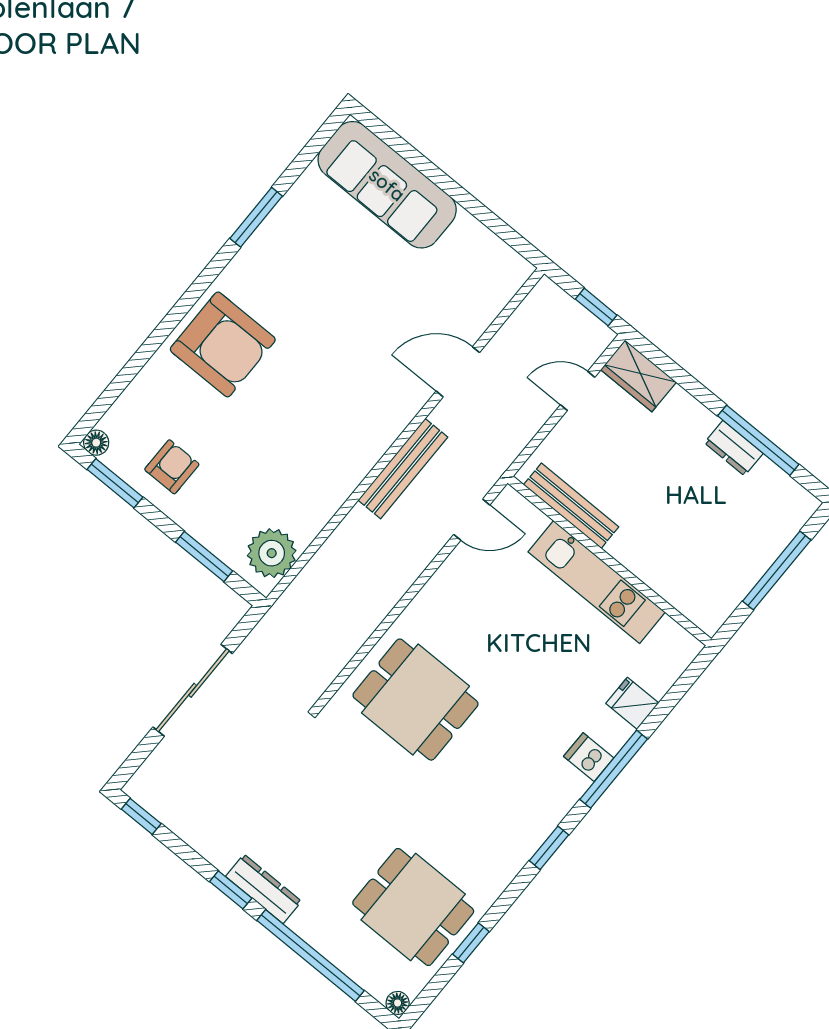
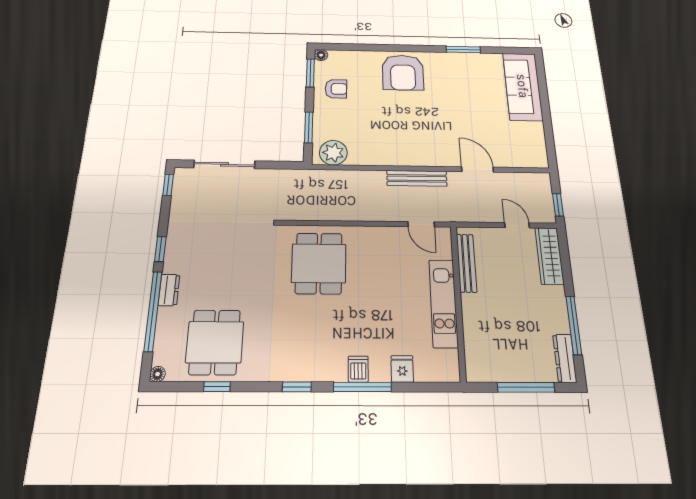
wardrobe: (638, 376) -> (549, 256), width x1.50
dresser: (734, 448) -> (565, 358), moved, width x1.44
sliding door: (193, 690) -> (224, 164), moved
dresser: (263, 889) -> (169, 290), moved, width x0.70

